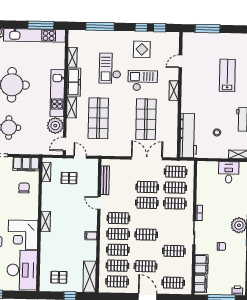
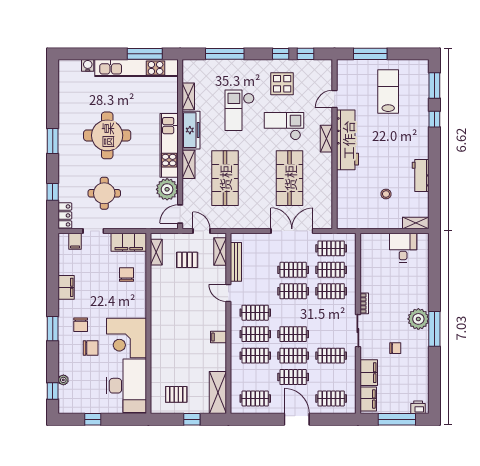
lab bench: (227, 75) -> (388, 91), moved
workbench: (188, 136) -> (348, 140), moved
shelving: (46, 222) -> (220, 251), moved
clothes rail: (117, 266) -> (293, 356), moved

